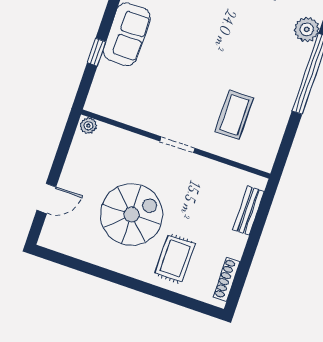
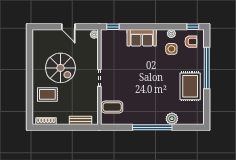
window: (97, 52) -> (113, 27), moved
coffee table: (234, 115) -> (112, 107), moved
door: (46, 198) -> (68, 27), moved

